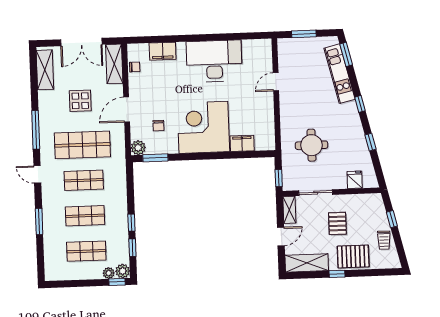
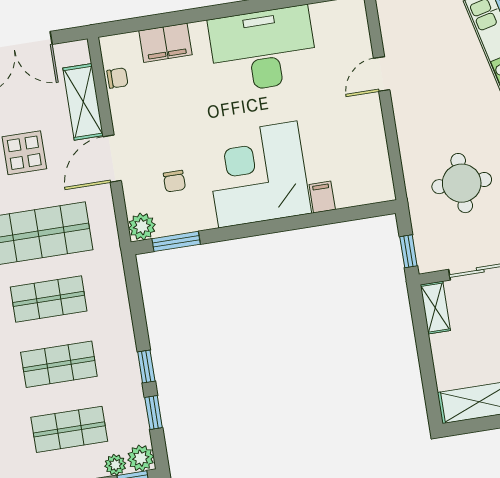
shelving: (114, 64) -> (83, 102), moved
filing cabinet: (242, 143) -> (322, 197), width x0.50
door: (281, 237) -> (425, 359), removed

